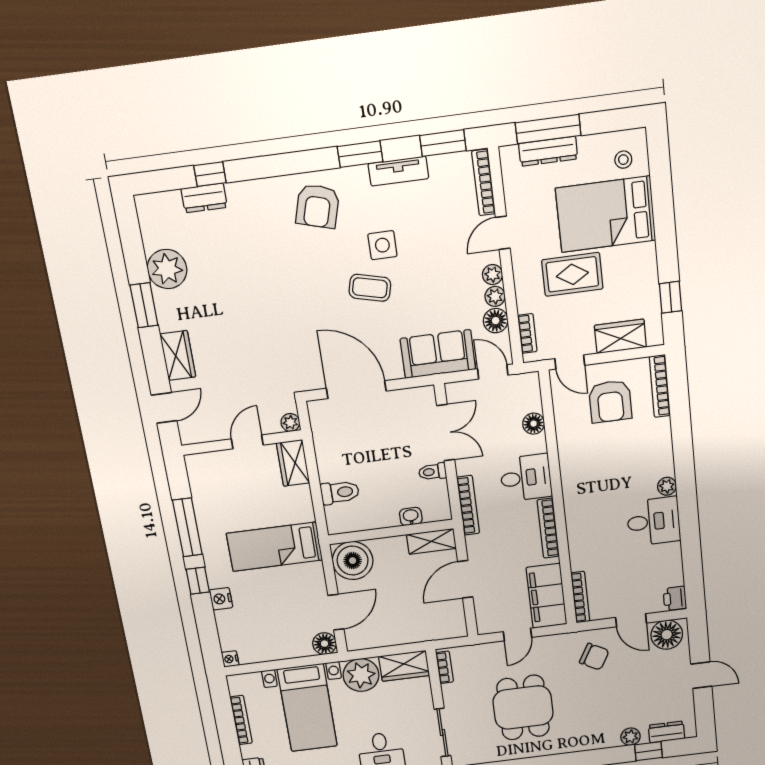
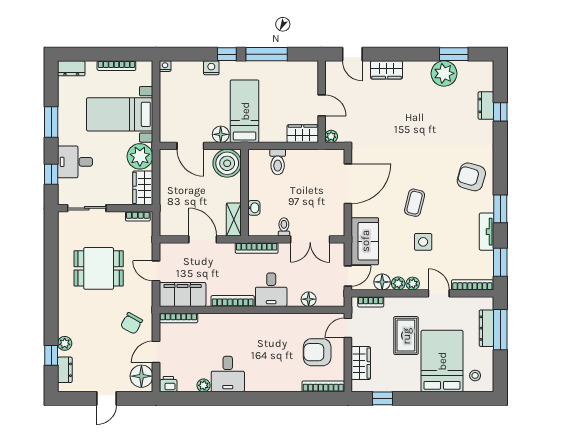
side table: (382, 245) -> (423, 242), moved
window: (144, 305) -> (454, 54), moved
plant: (667, 486) -> (203, 385), moved
floor lamp: (324, 644) -> (221, 134), moved

